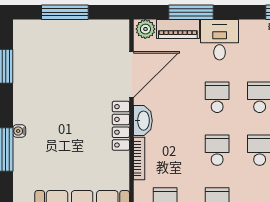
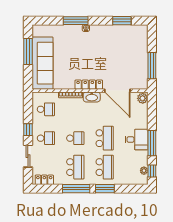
window: (65, 12) -> (152, 66), moved
window: (191, 12) -> (152, 143), moved
piano: (178, 29) -> (143, 116), removed
school desk: (217, 97) -> (105, 138), width x1.85

